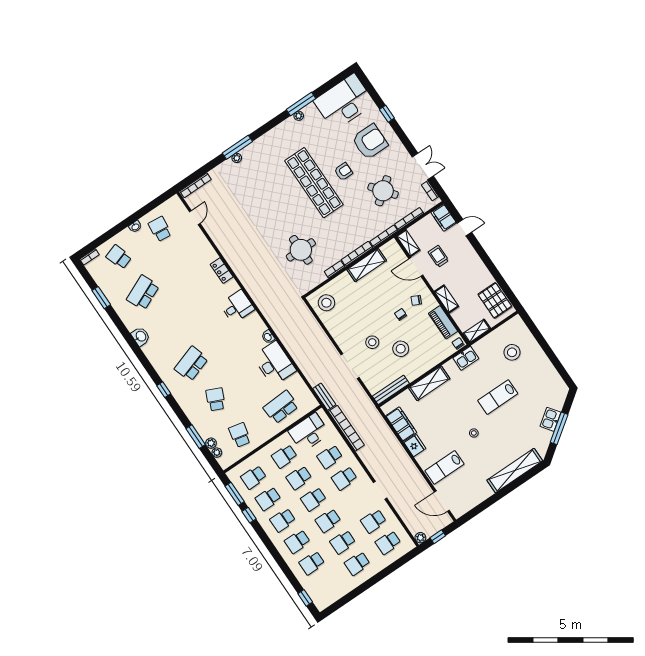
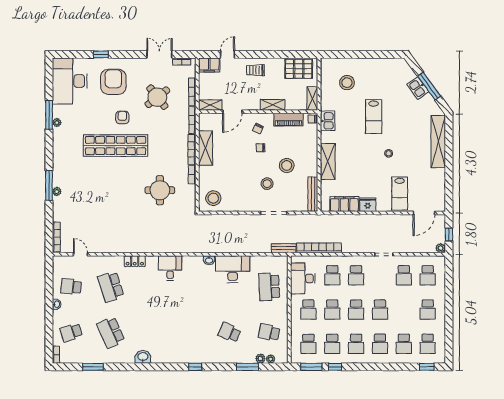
trolley: (438, 256) -> (255, 70), moved
school desk: (191, 364) -> (111, 287), moved
school desk: (343, 542) -> (428, 344), moved

